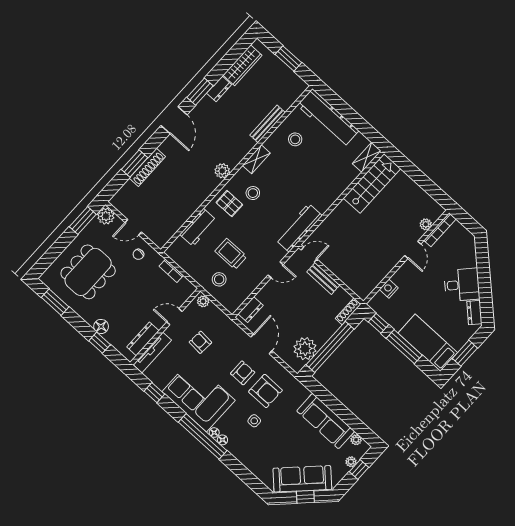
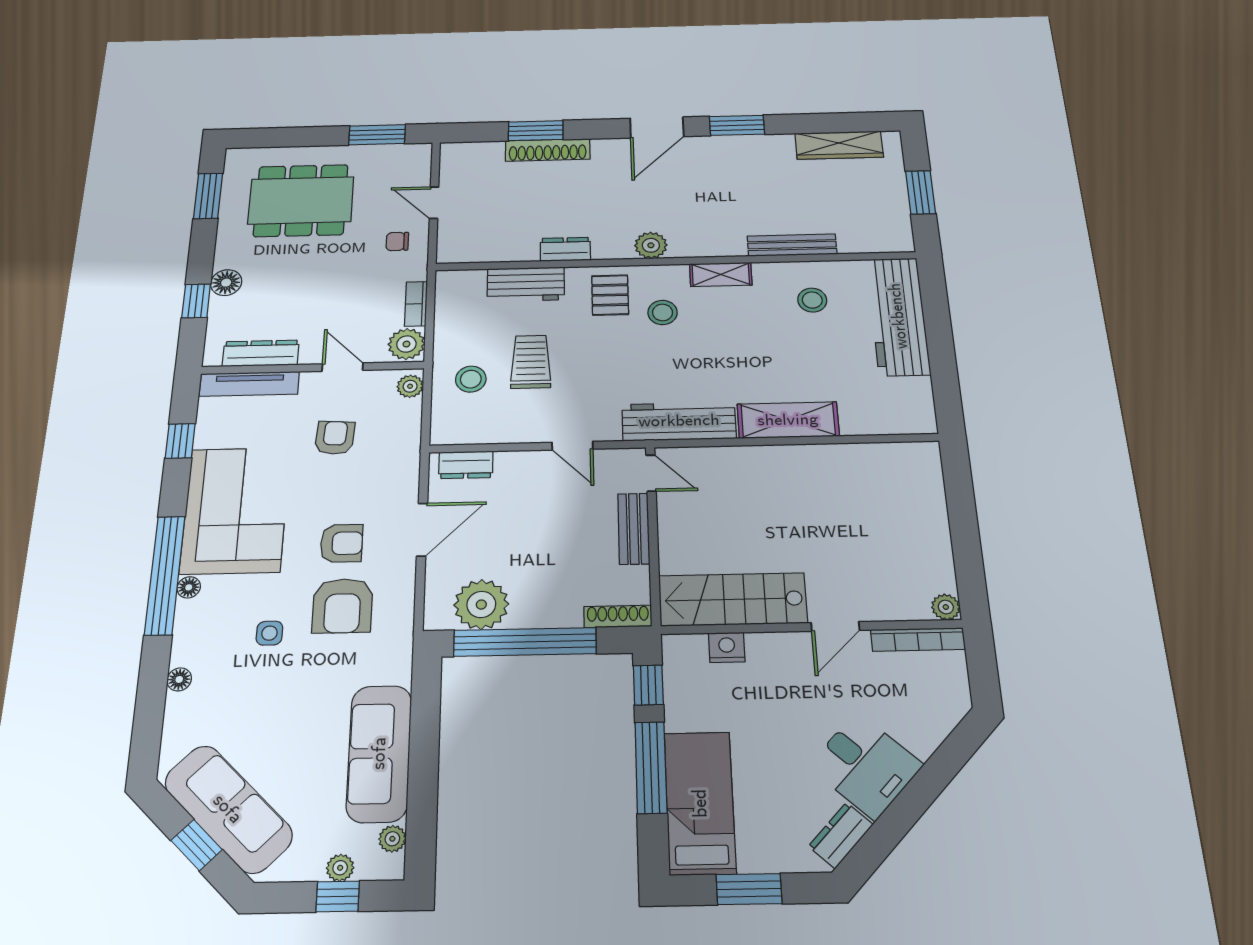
dresser: (219, 89) -> (565, 249), moved, turned 180
shelving: (367, 157) -> (788, 420), moved, width x1.50, depth x1.33
stairs: (372, 183) -> (733, 599), moved, turned 180
plant: (106, 216) -> (406, 344), moved
plant: (426, 224) -> (946, 607), moved
floor lamp: (222, 440) -> (179, 679), moved

